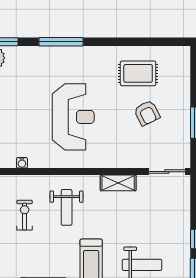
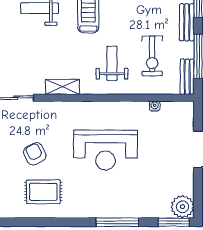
reception desk: (73, 117) -> (106, 150), turned -90
exercise bike: (25, 215) -> (152, 56), width x1.38, depth x1.39

